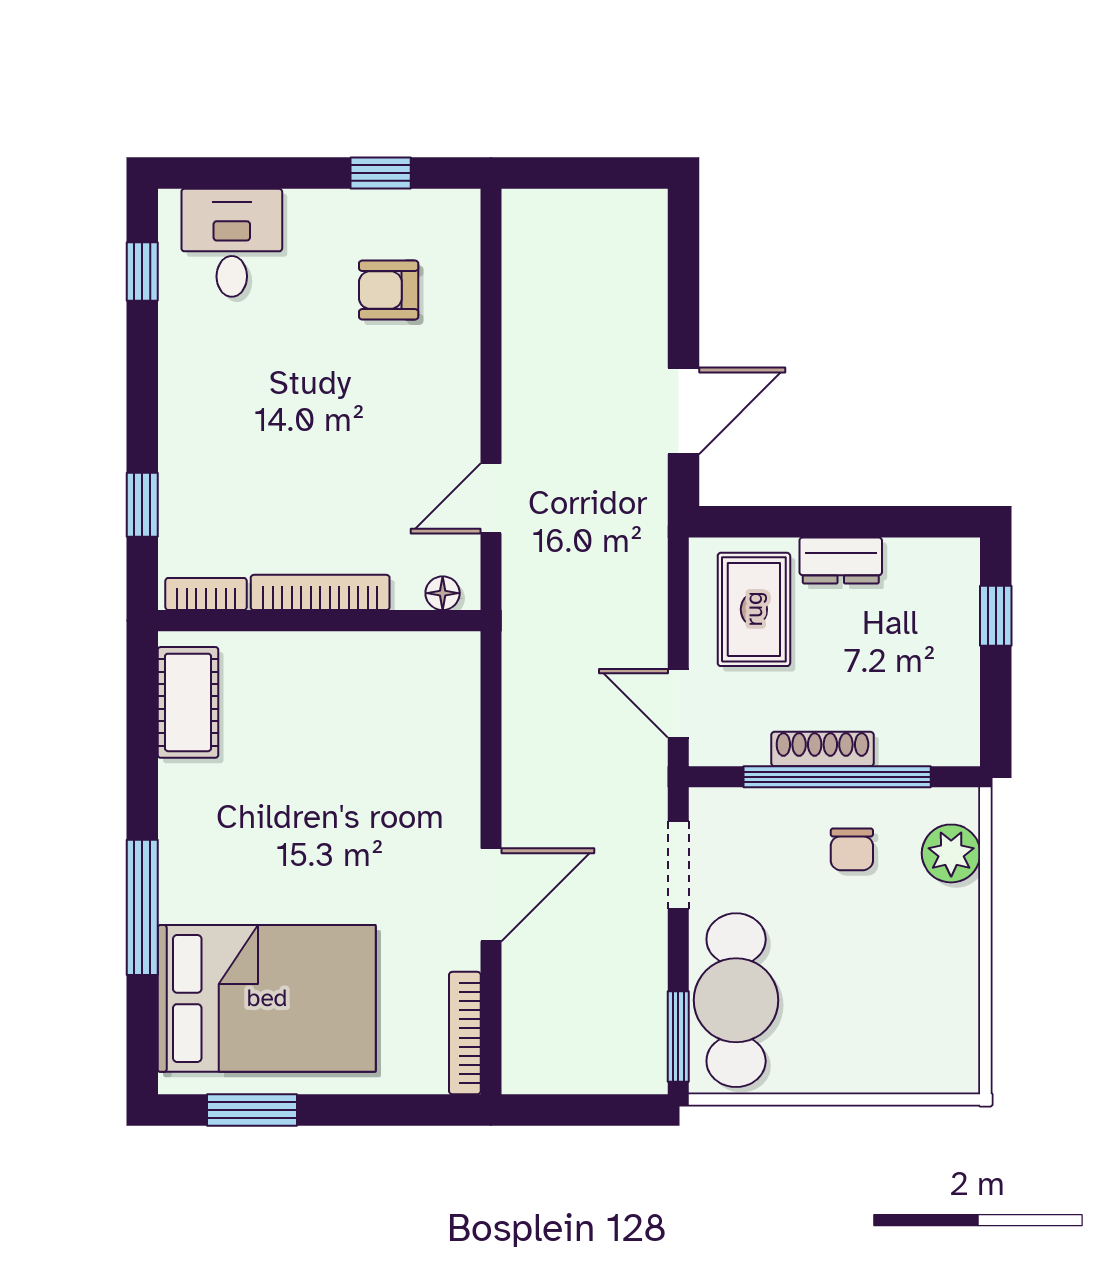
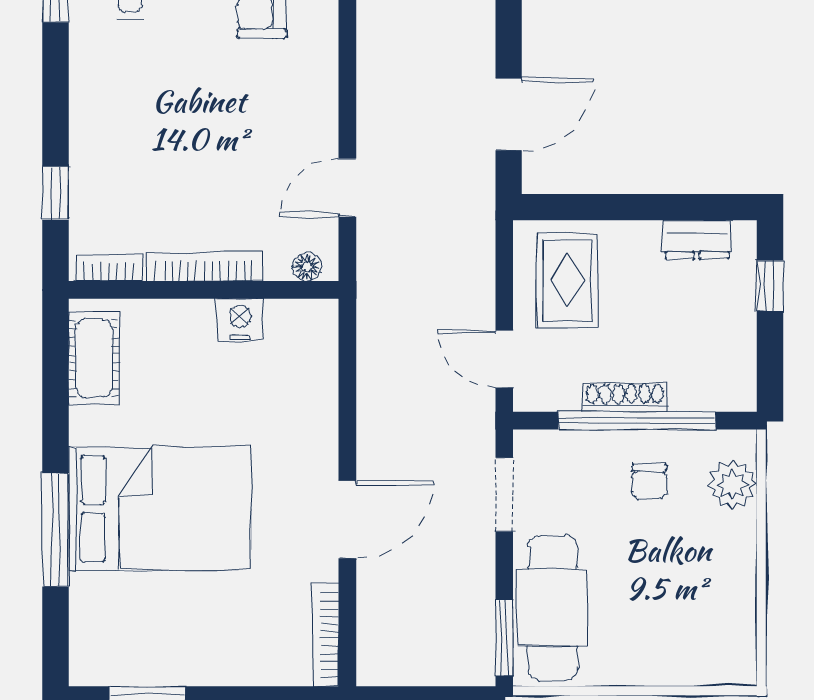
dresser: (841, 560) -> (697, 240), moved
nightstand: (363, 656) -> (240, 320), added
bed: (267, 998) -> (160, 509), moved

